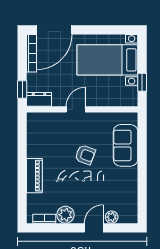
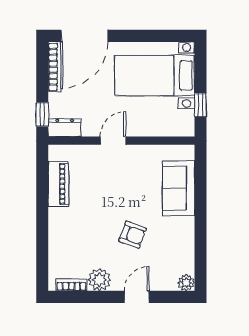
armchair: (85, 155) -> (132, 235), moved
piano: (34, 176) -> (58, 184), moved
plant: (112, 217) -> (186, 283), moved

